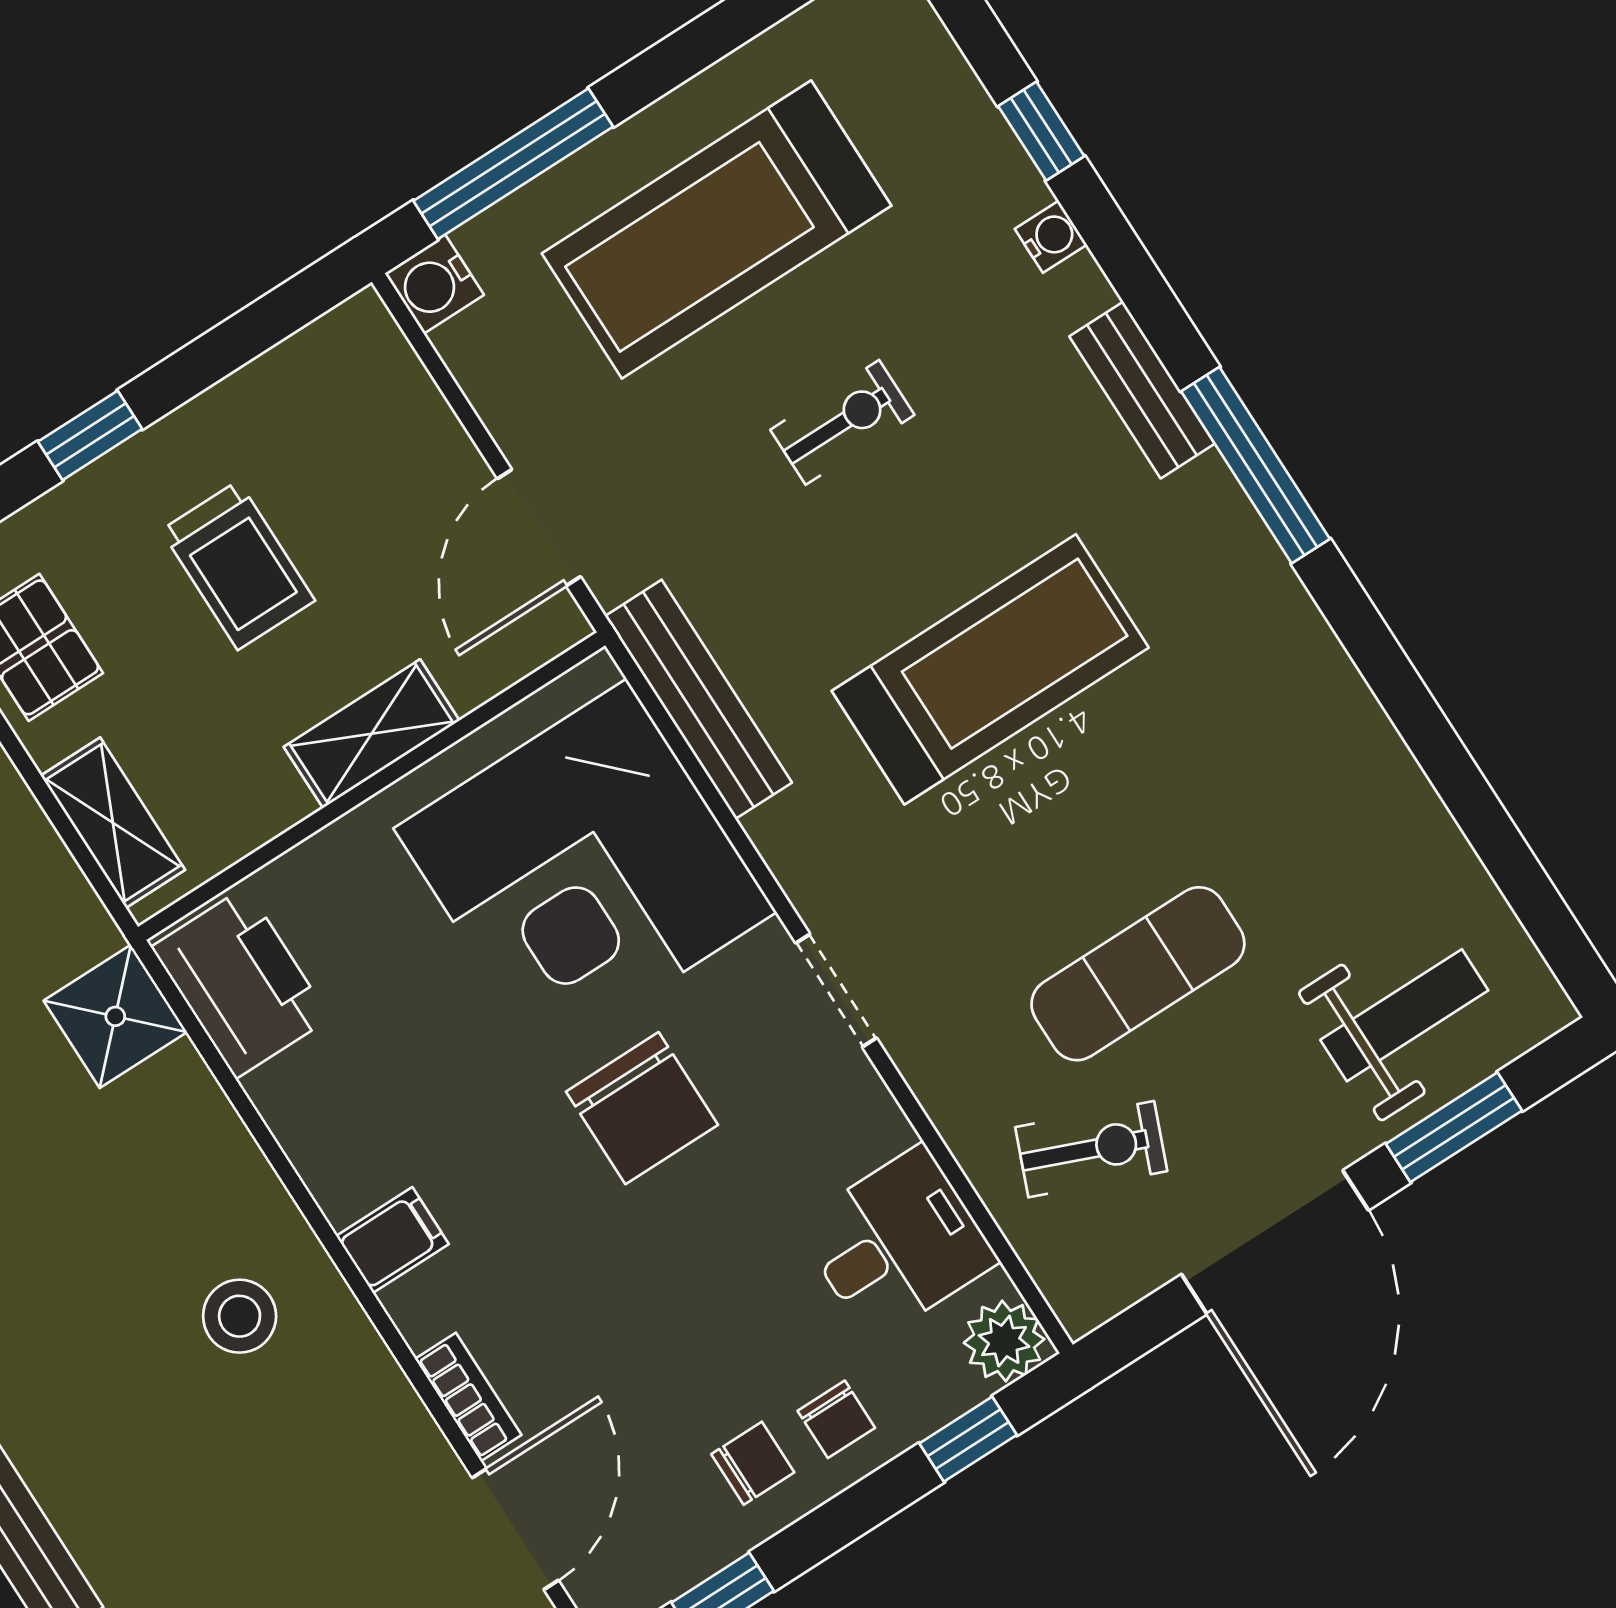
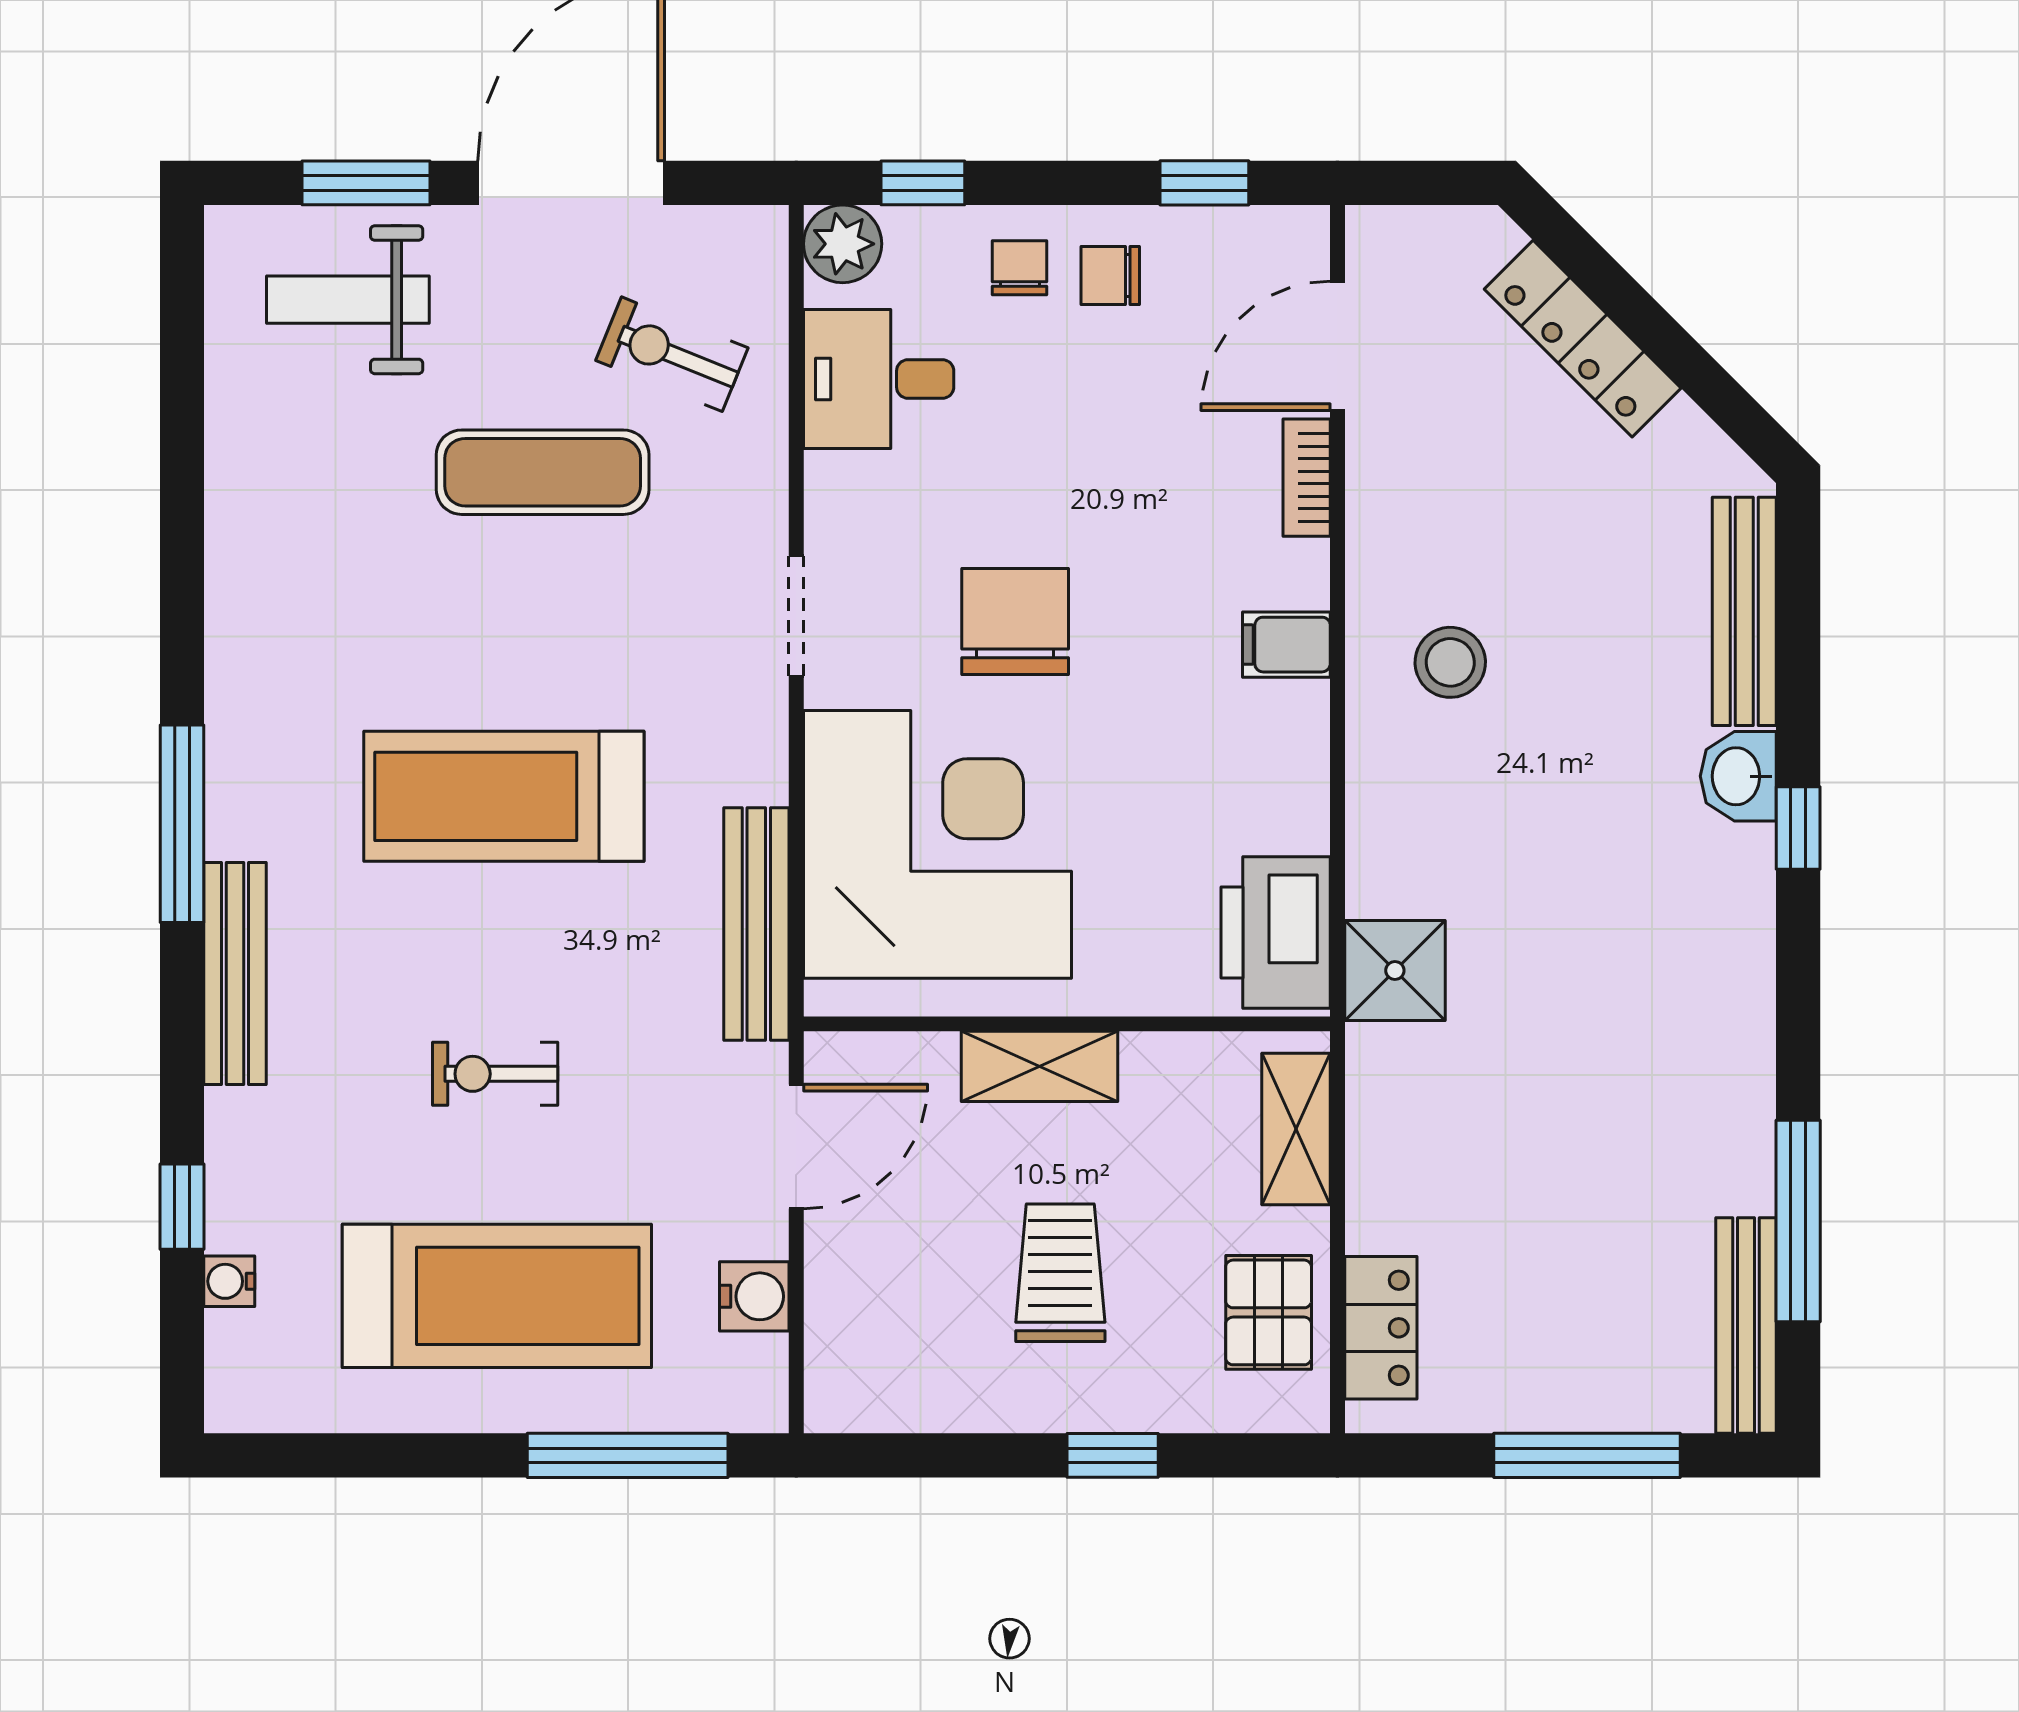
water cooler: (1051, 237) -> (229, 1281), moved
water cooler: (434, 284) -> (754, 1296), moved
bench: (1142, 390) -> (235, 974), width x1.36

